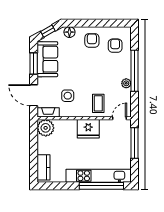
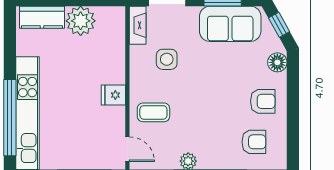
plant: (46, 128) -> (81, 21), moved
fridge: (88, 129) -> (113, 95), width x0.53, depth x0.75

